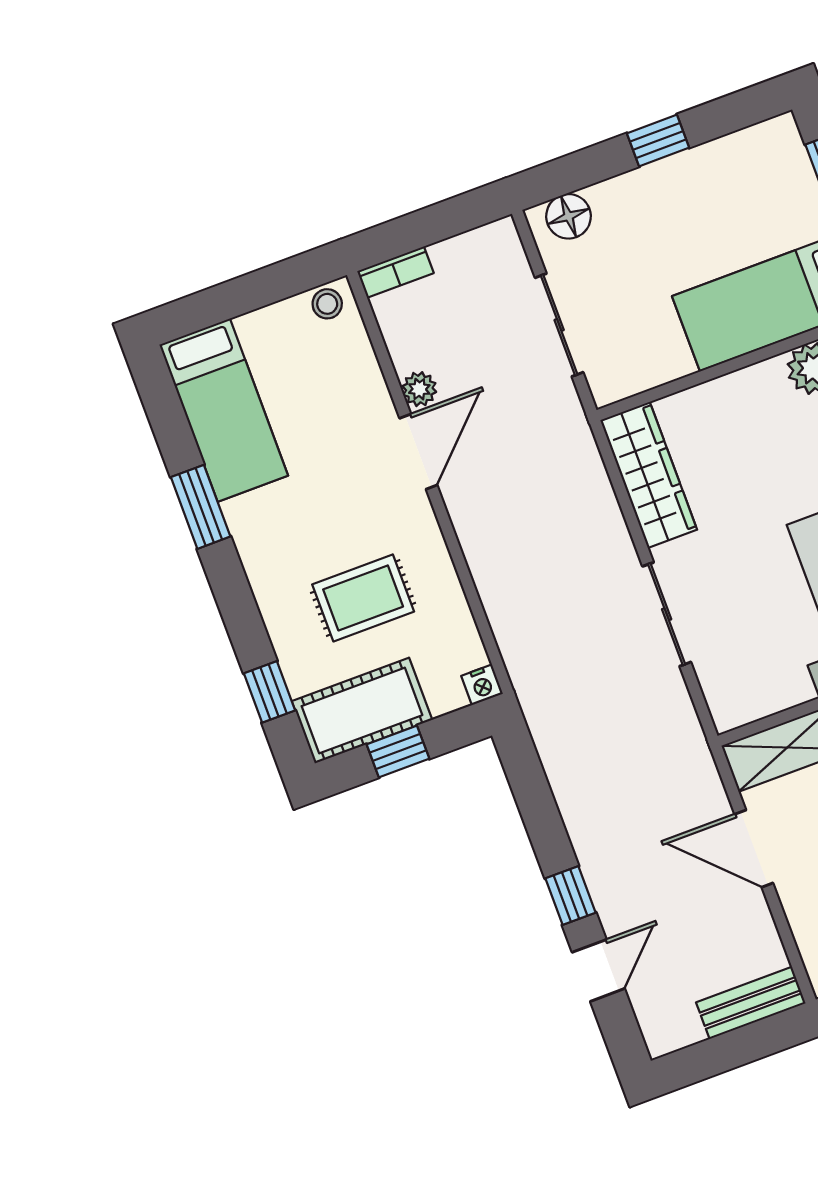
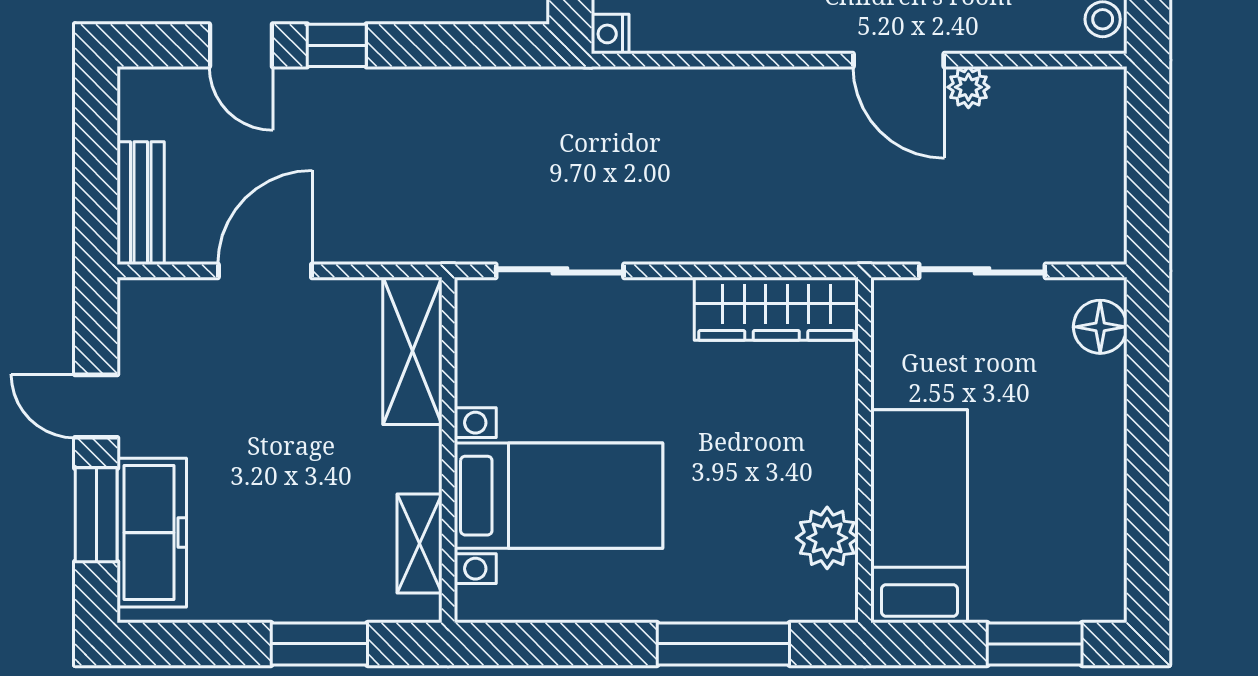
window: (658, 140) -> (1148, 459), removed
bookcase: (395, 272) -> (1110, 109), removed
sliding door: (667, 614) -> (560, 271), moved
door: (754, 849) -> (265, 271), moved

